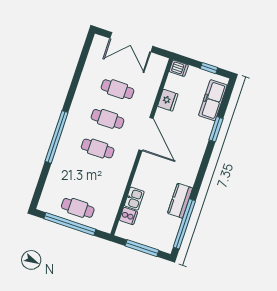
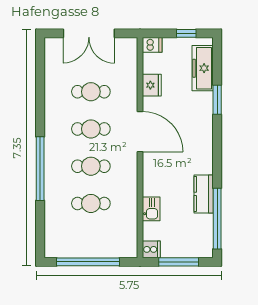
cafe table: (78, 208) -> (91, 203), moved
cooker: (129, 216) -> (151, 249), moved

